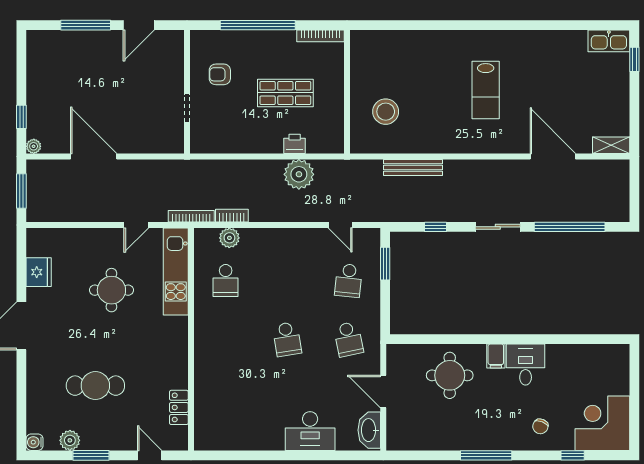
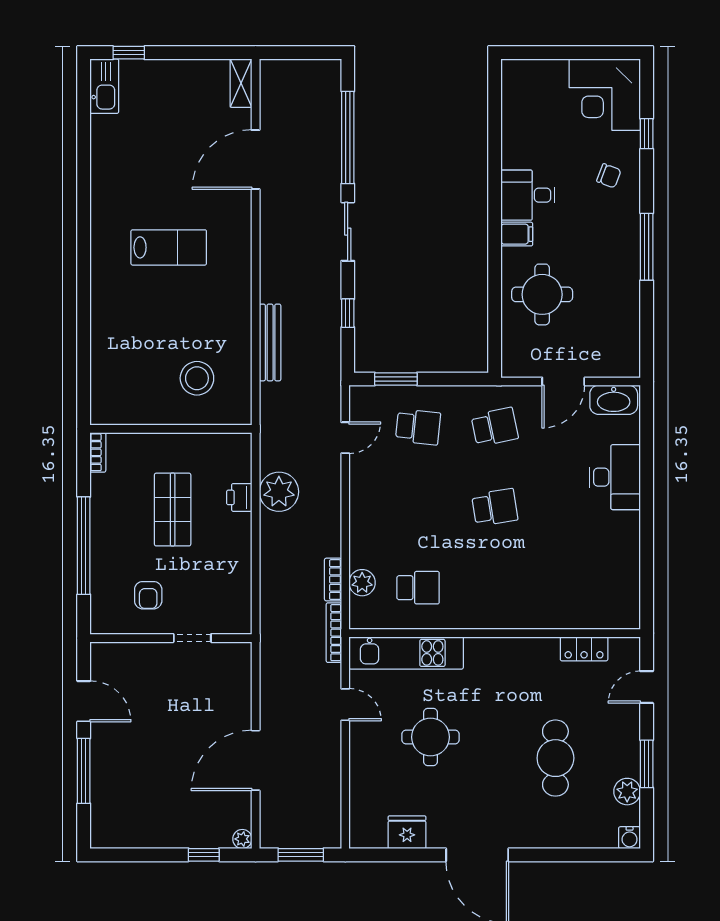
bookcase: (321, 36) -> (98, 452), width x0.64

